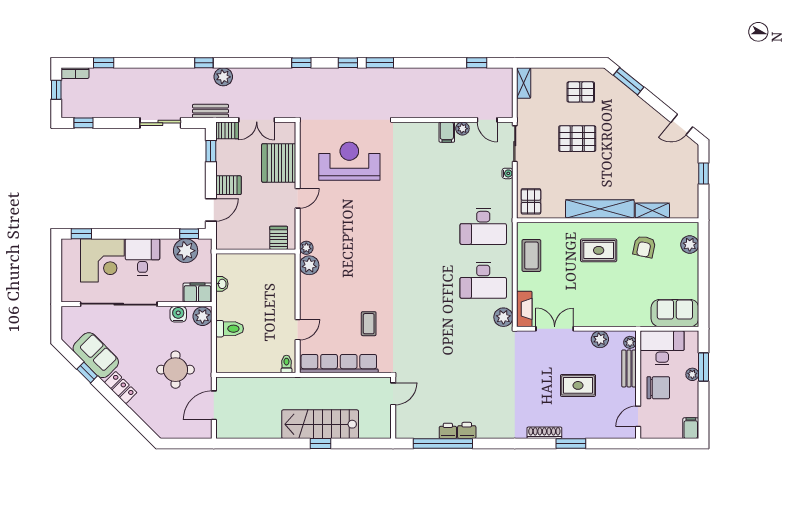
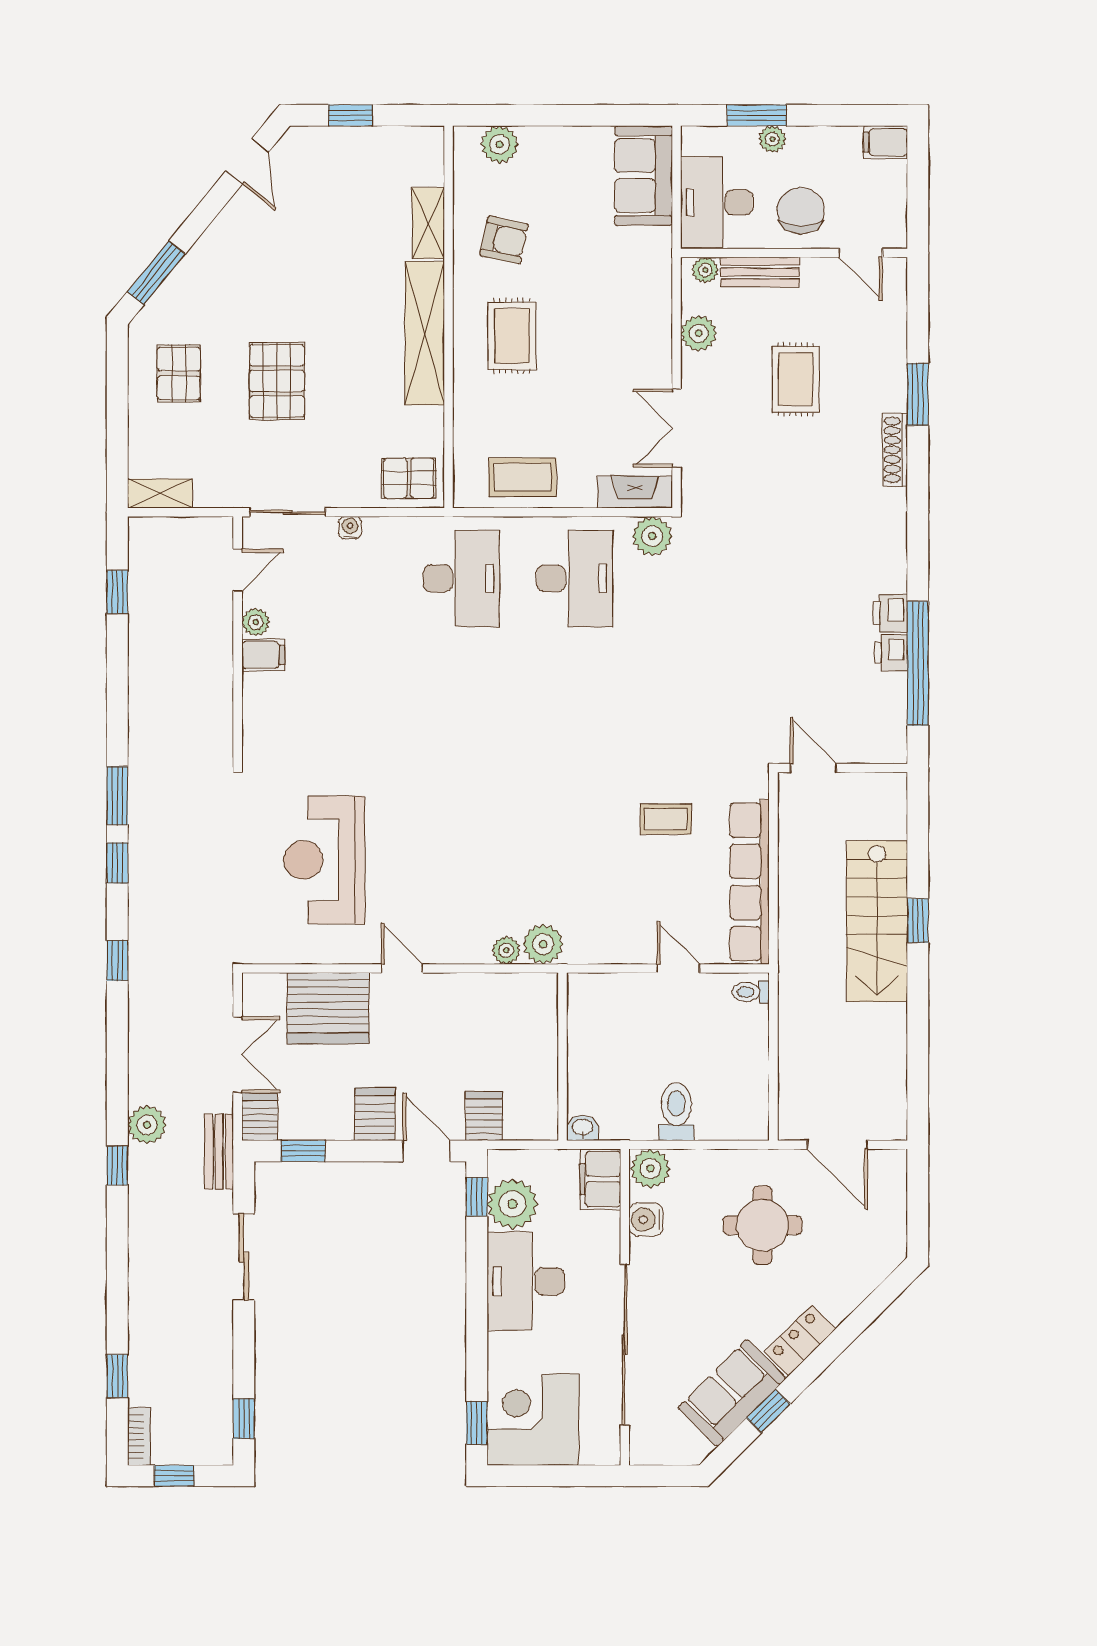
server rack: (279, 238) -> (484, 1116), moved, turned 90
wall: (256, 251) -> (563, 1057), moved
desk: (142, 257) -> (526, 1281), width x1.37
corner desk: (102, 260) -> (533, 1420), moved, turned -90

